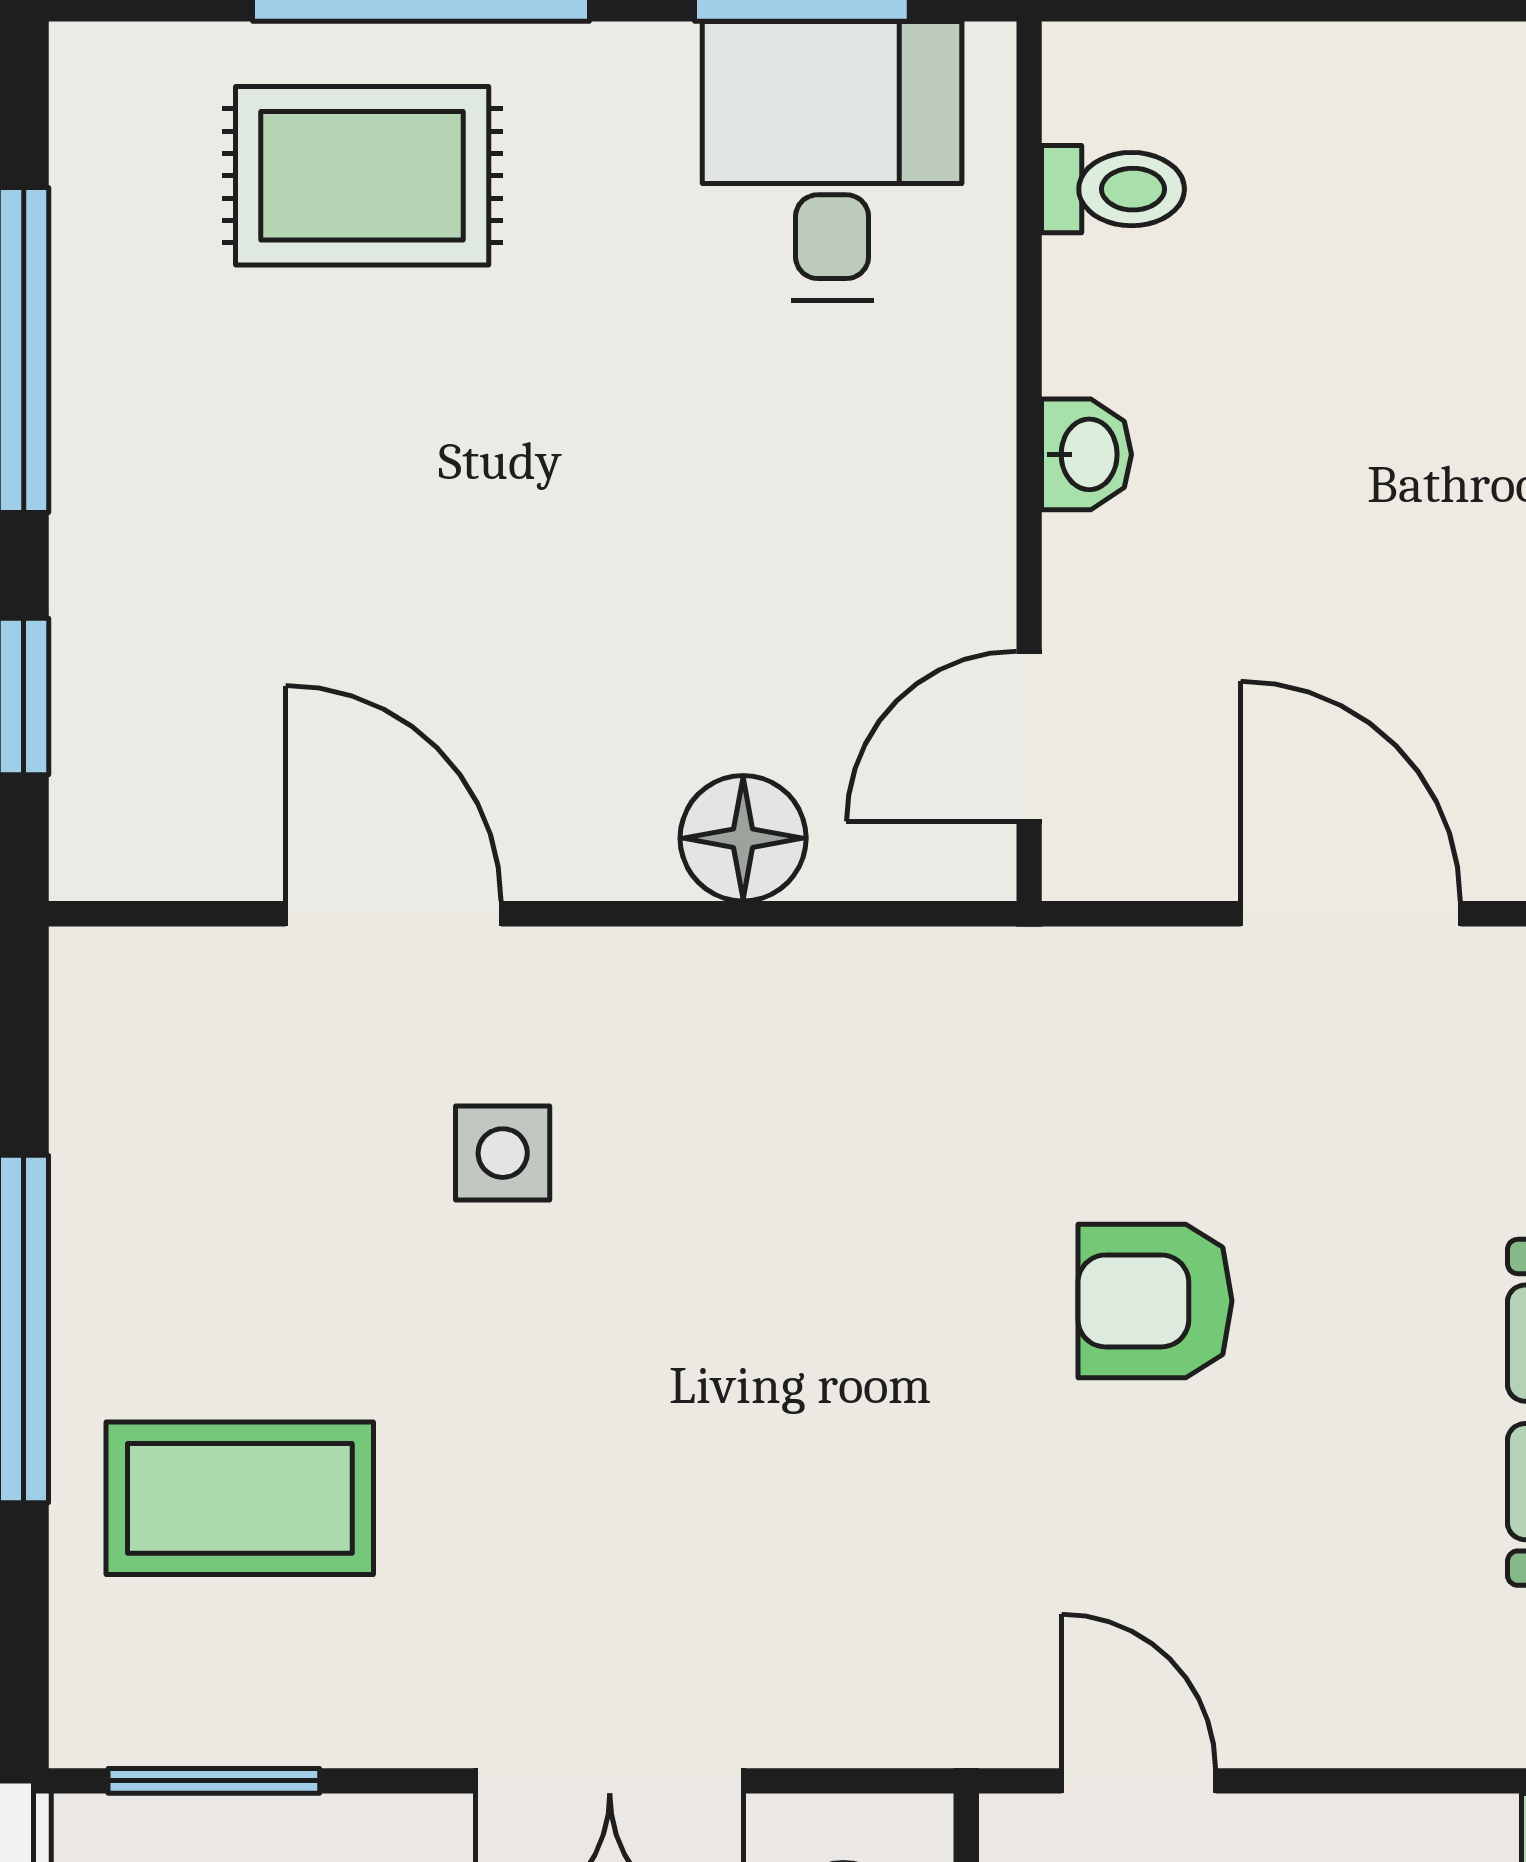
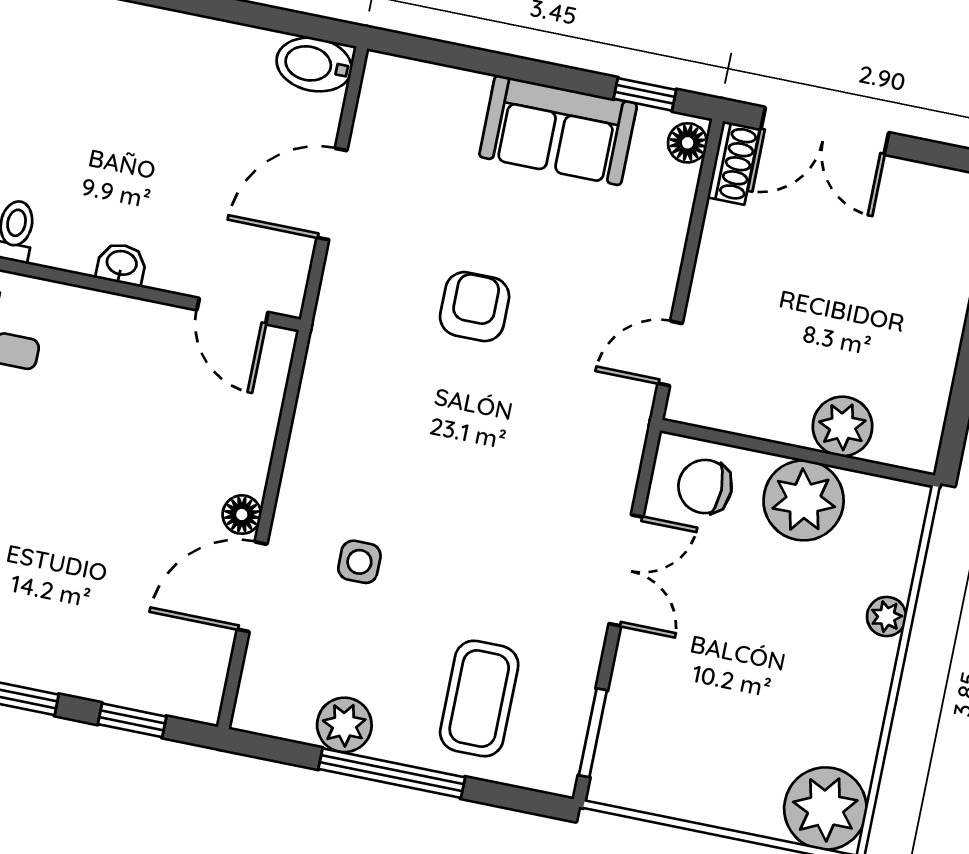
floor lamp: (743, 838) -> (242, 515), moved, width x0.73, depth x0.73
plant: (114, 1195) -> (344, 725), added
armchair: (1155, 1301) -> (475, 307), turned 180

